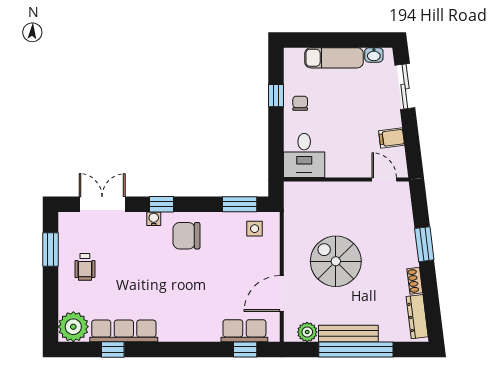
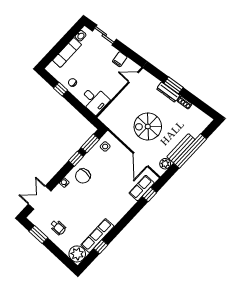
window: (162, 204) -> (76, 159), moved
dresser: (417, 317) -> (168, 92), moved

